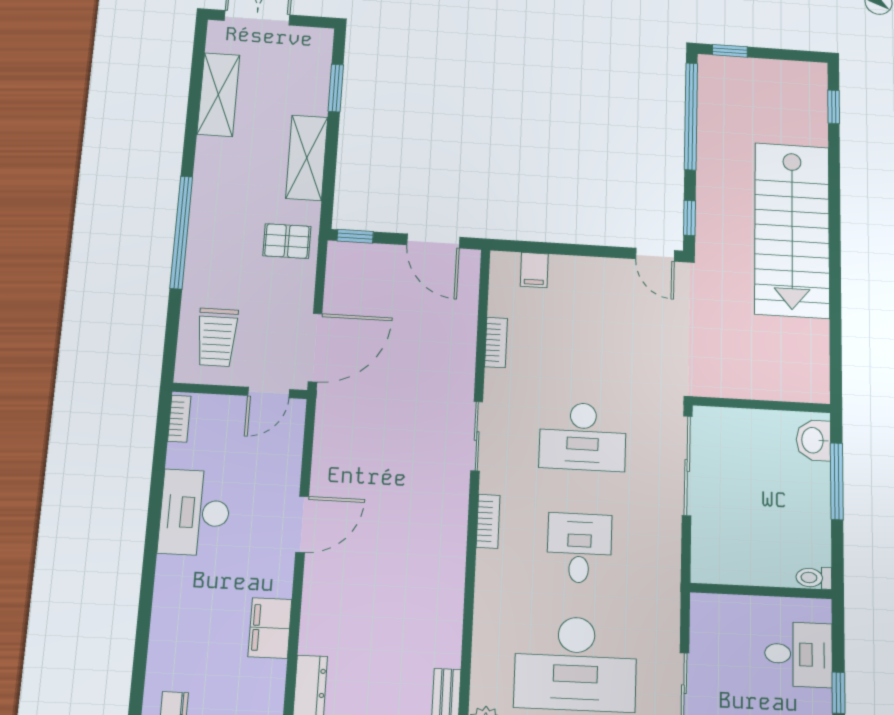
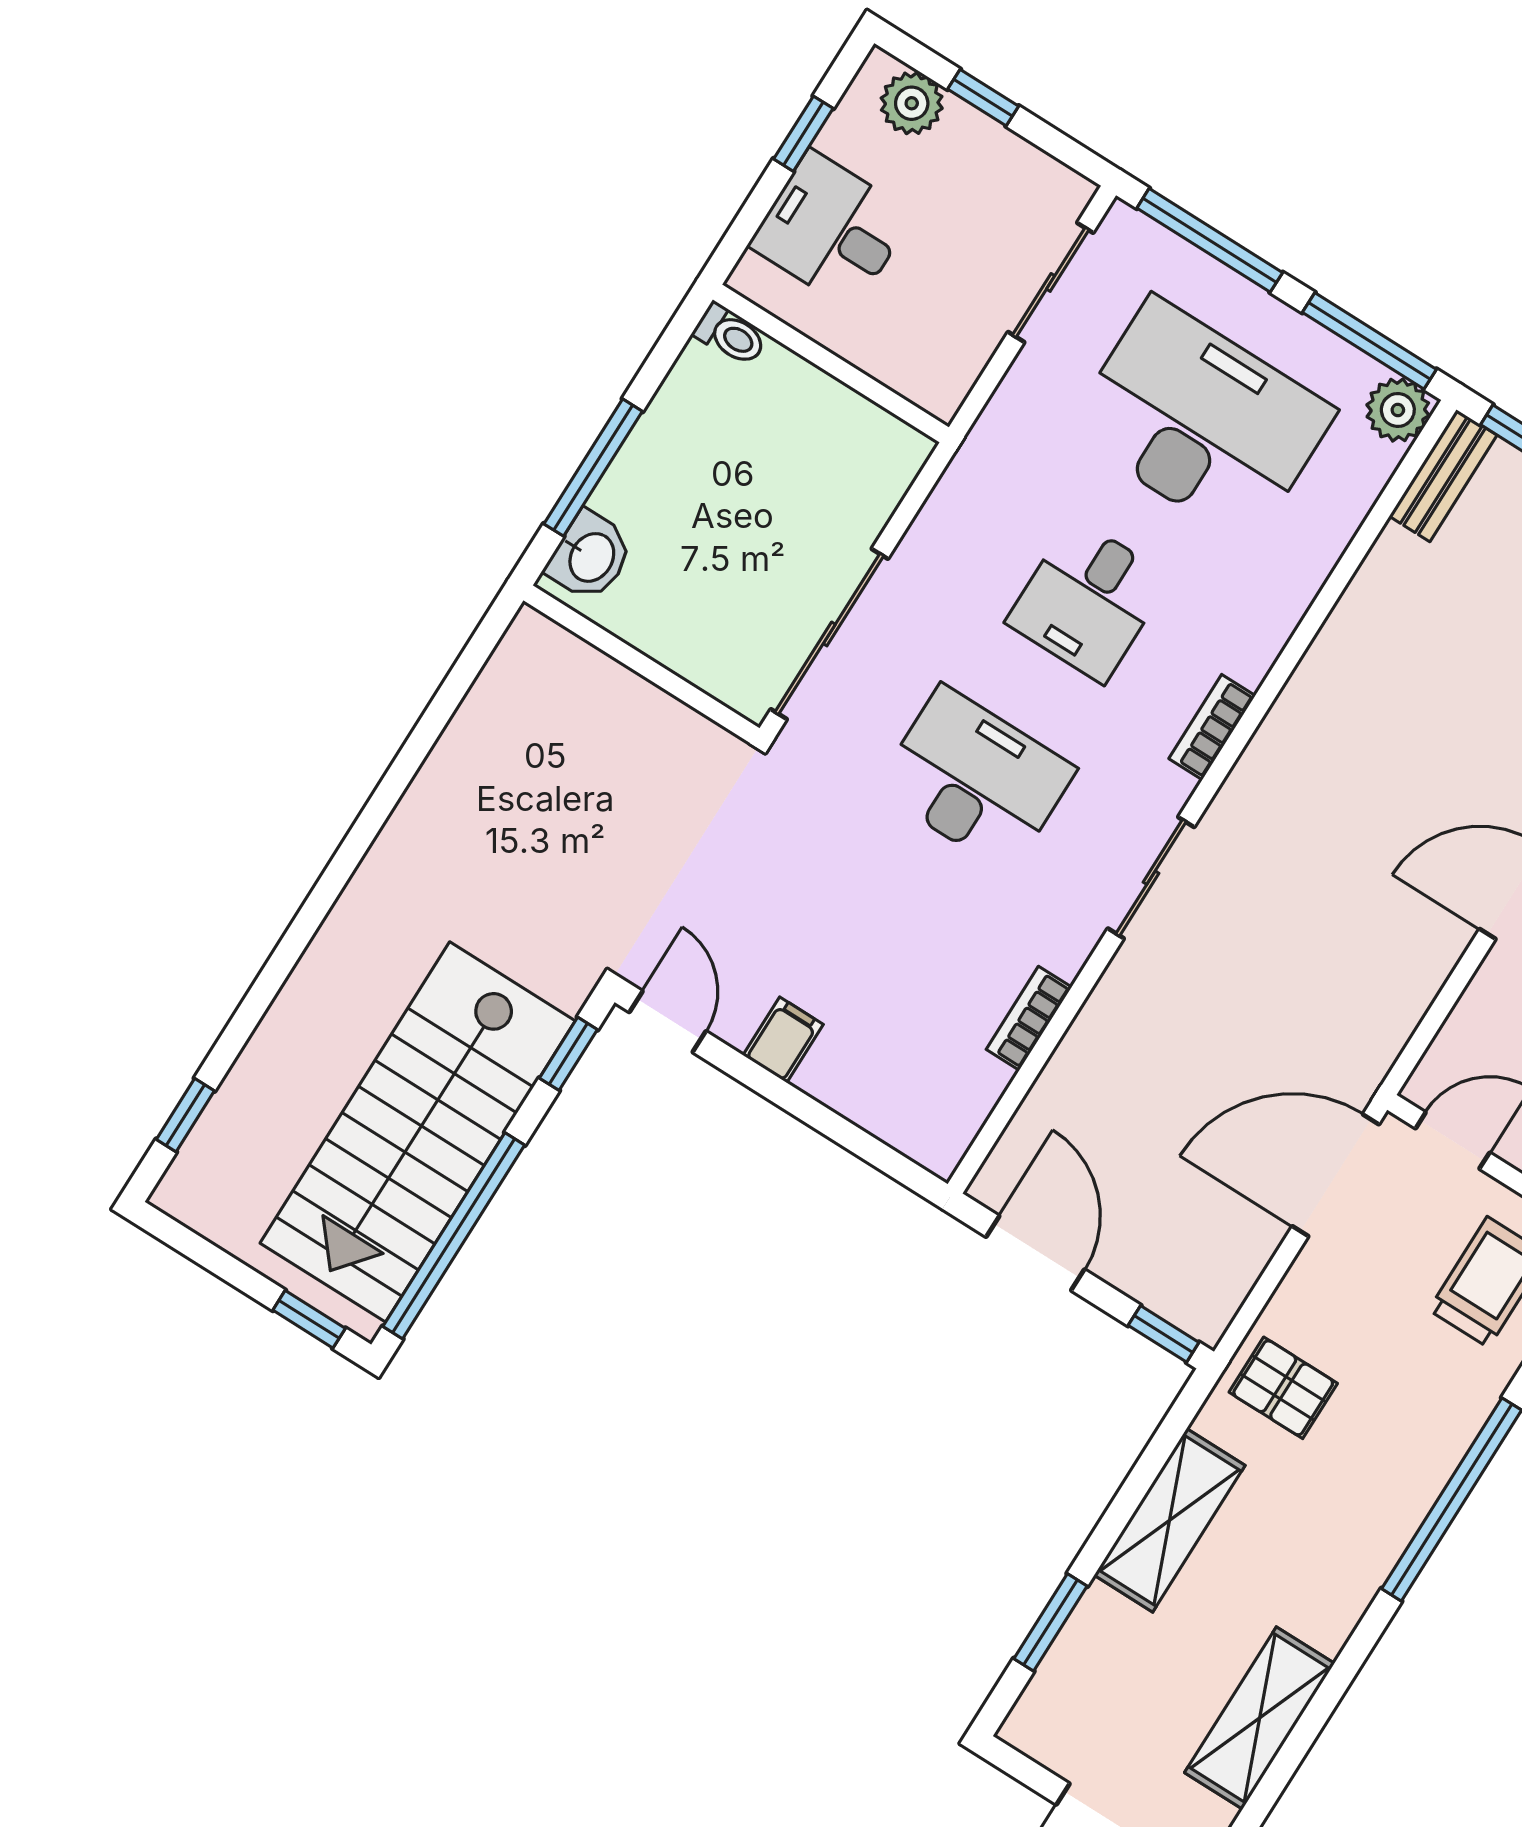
stairs: (792, 230) -> (418, 1132), moved, turned 180
filing cabinet: (534, 270) -> (783, 1040), moved

